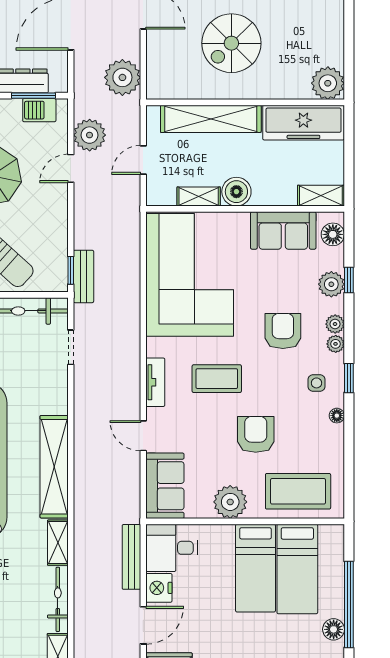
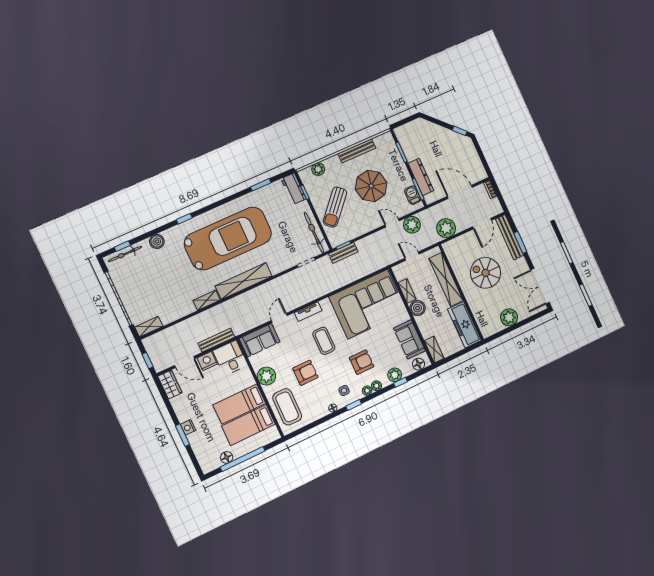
plant: (328, 83) -> (509, 317), moved
bicycle: (58, 599) -> (178, 313), removed

